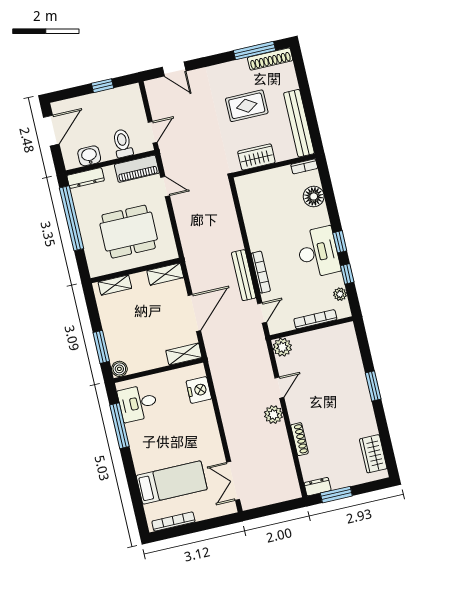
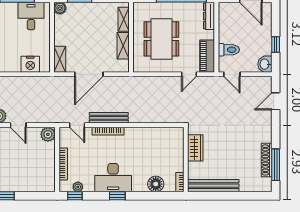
shoe rack: (270, 59) -> (267, 160), moved
rug: (247, 106) -> (235, 149), removed
washbasin: (89, 156) -> (265, 64), moved, turned 180
shelving: (165, 274) -> (123, 46), moved
window: (347, 274) -> (75, 196), moved
door: (194, 313) -> (89, 74), hinge flipped

